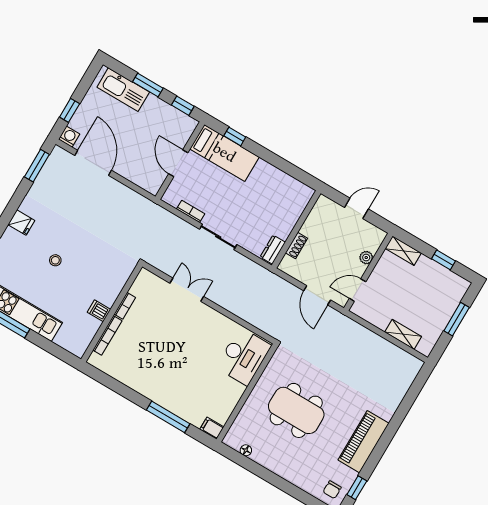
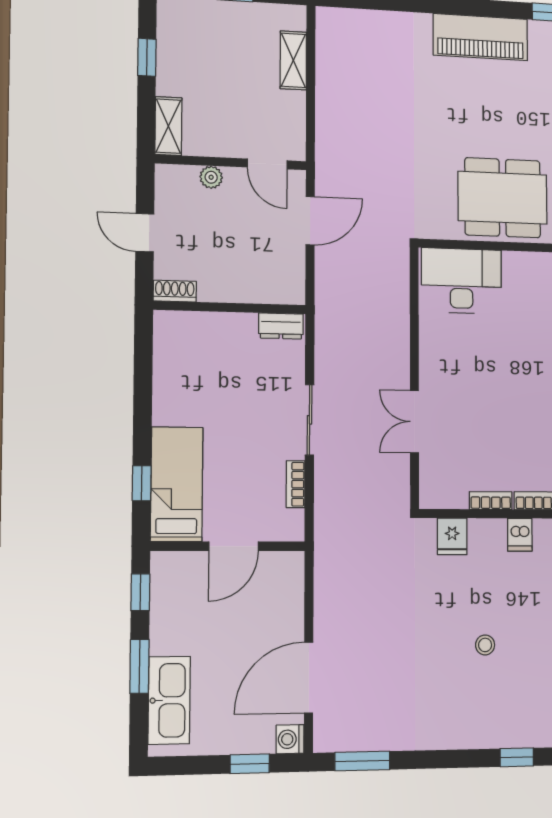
fridge: (21, 223) -> (452, 536), moved, turned 180
shoe rack: (296, 246) -> (175, 291), moved
dining table: (296, 410) -> (503, 198), moved, turned 90

